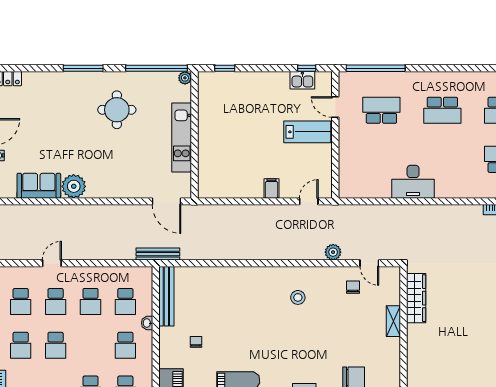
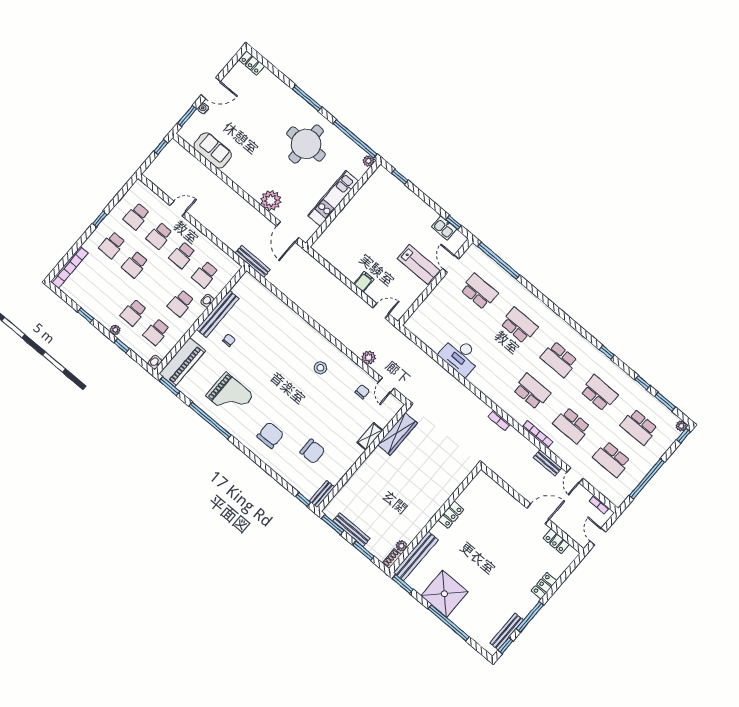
round table: (117, 110) -> (306, 144), width x1.36, depth x1.36
school desk: (442, 110) -> (519, 325), turned 180
plant: (74, 186) -> (271, 200), moved
bench: (166, 296) -> (218, 314), moved

